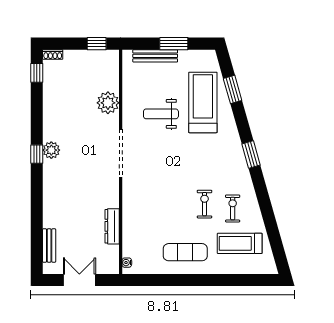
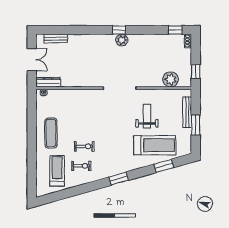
plant: (108, 103) -> (171, 79), moved
dresser: (112, 226) -> (48, 82), moved

